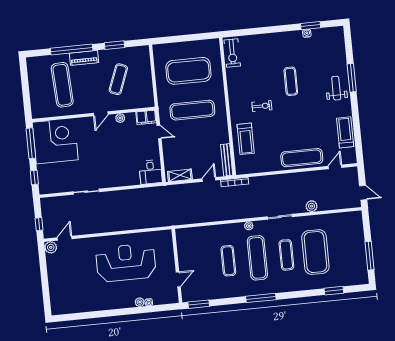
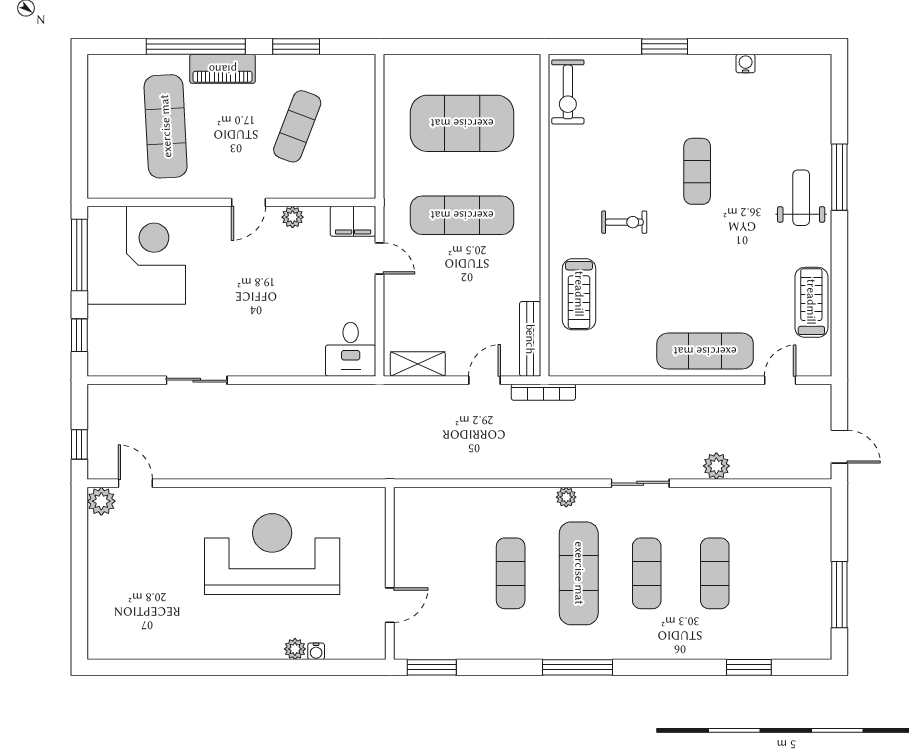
window: (311, 26) -> (665, 47), moved
door: (65, 238) -> (135, 483), hinge flipped
exercise mat: (315, 252) -> (715, 573), width x0.50, depth x0.69

